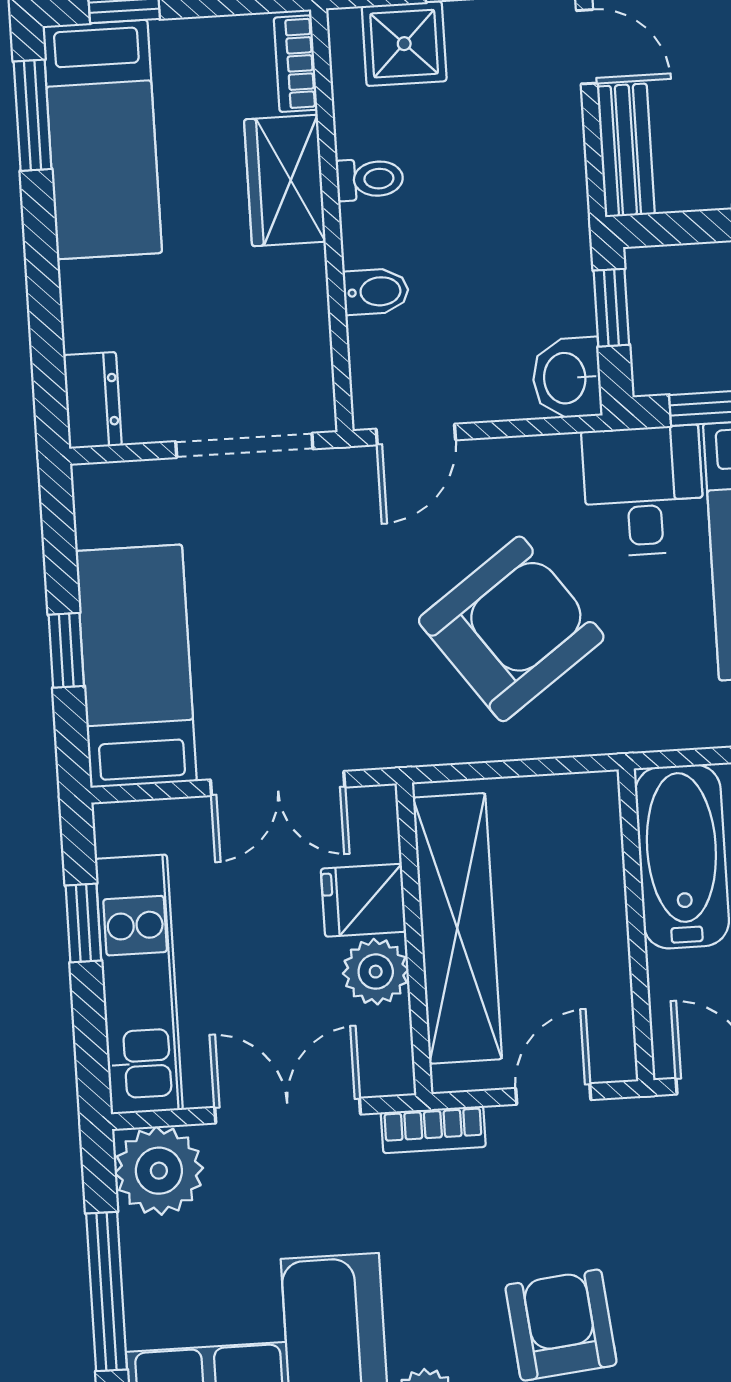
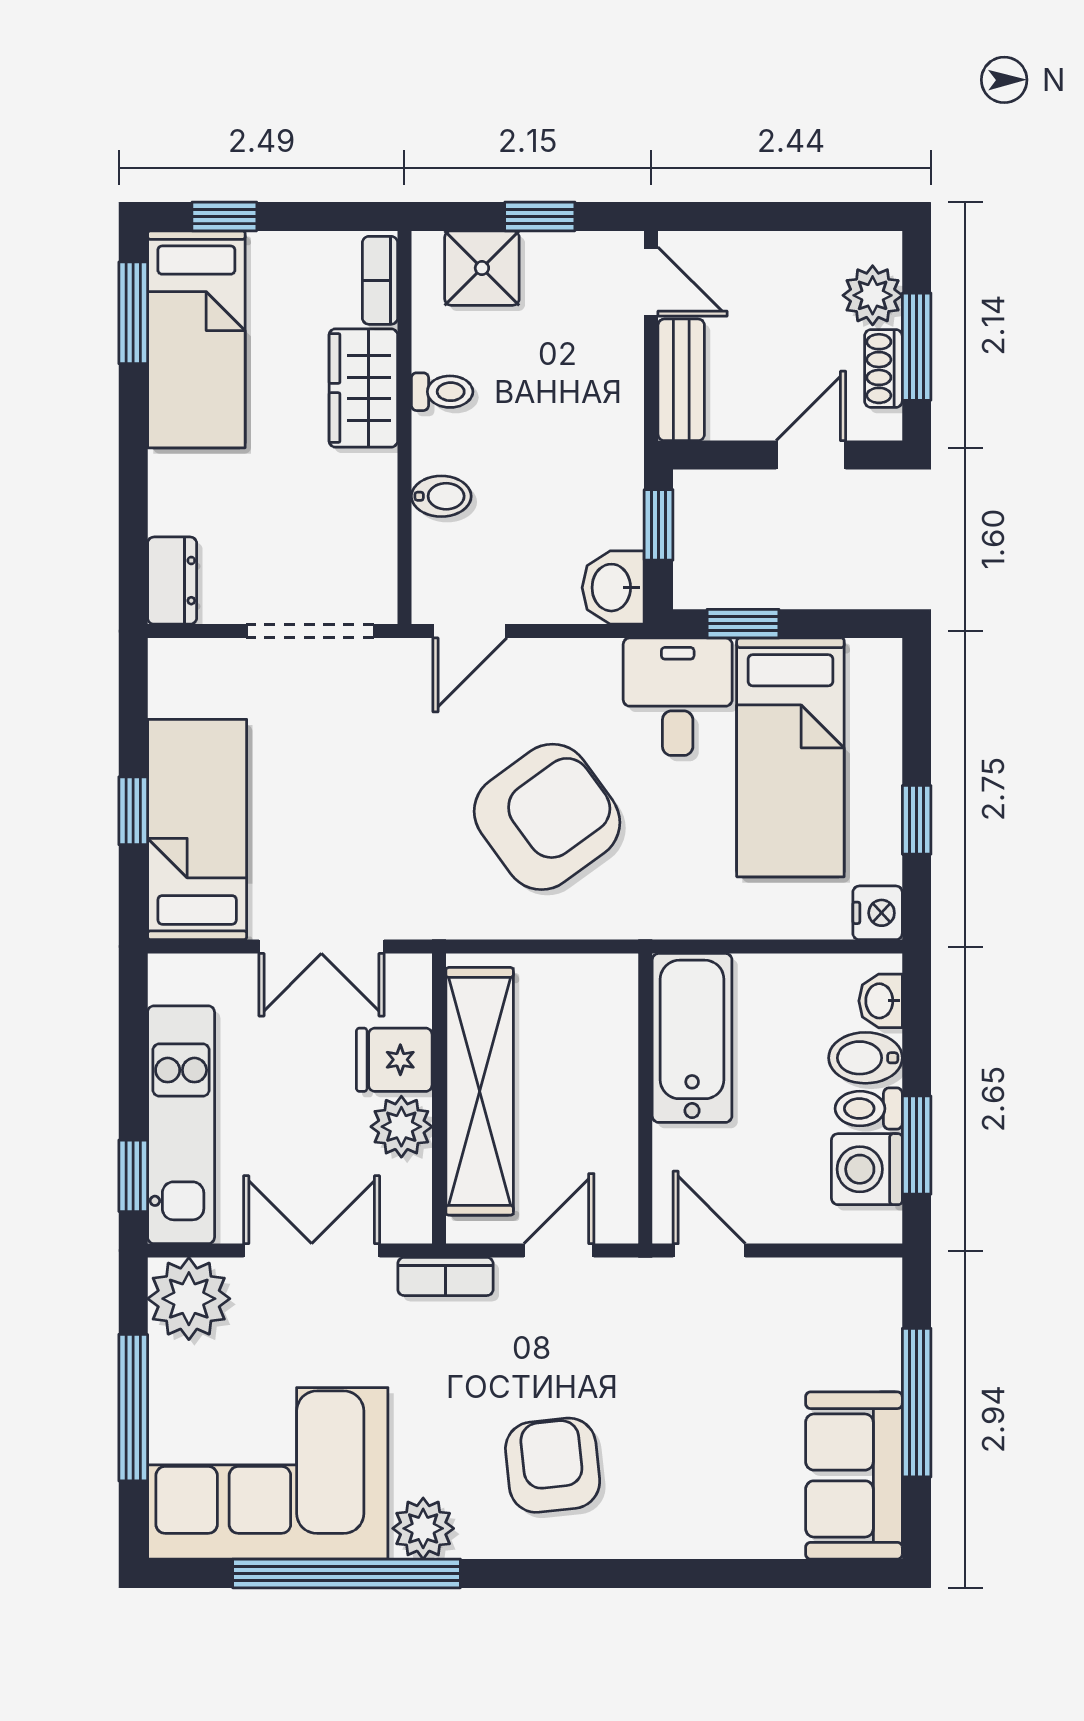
window: (83, 923) -> (133, 1176), moved

